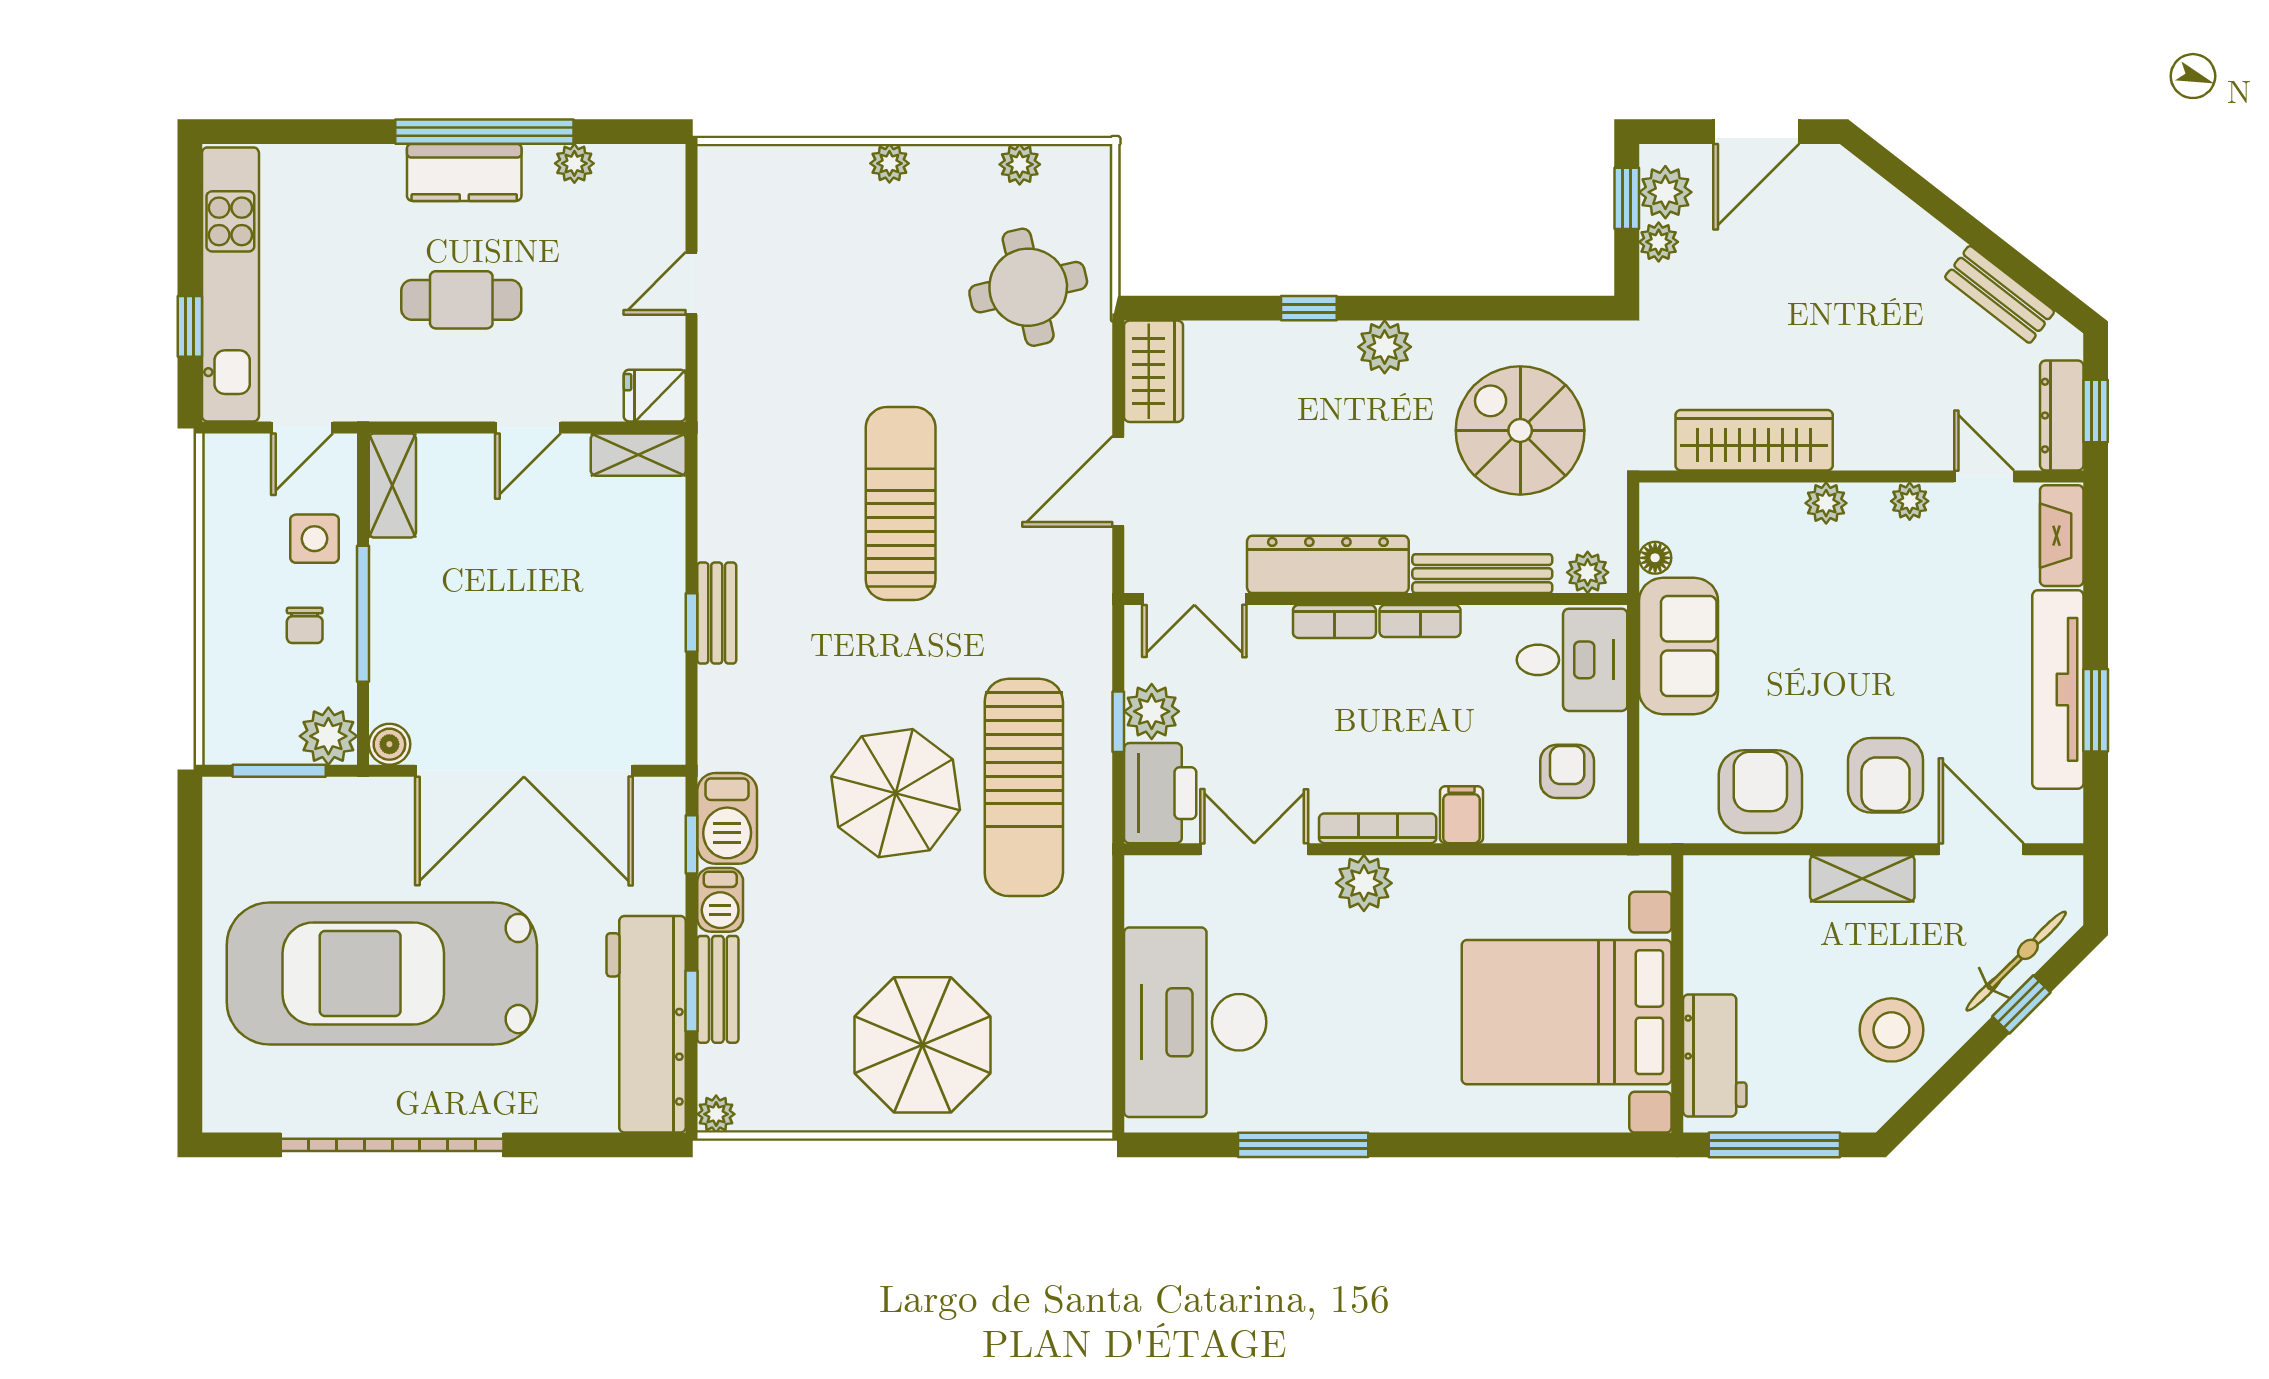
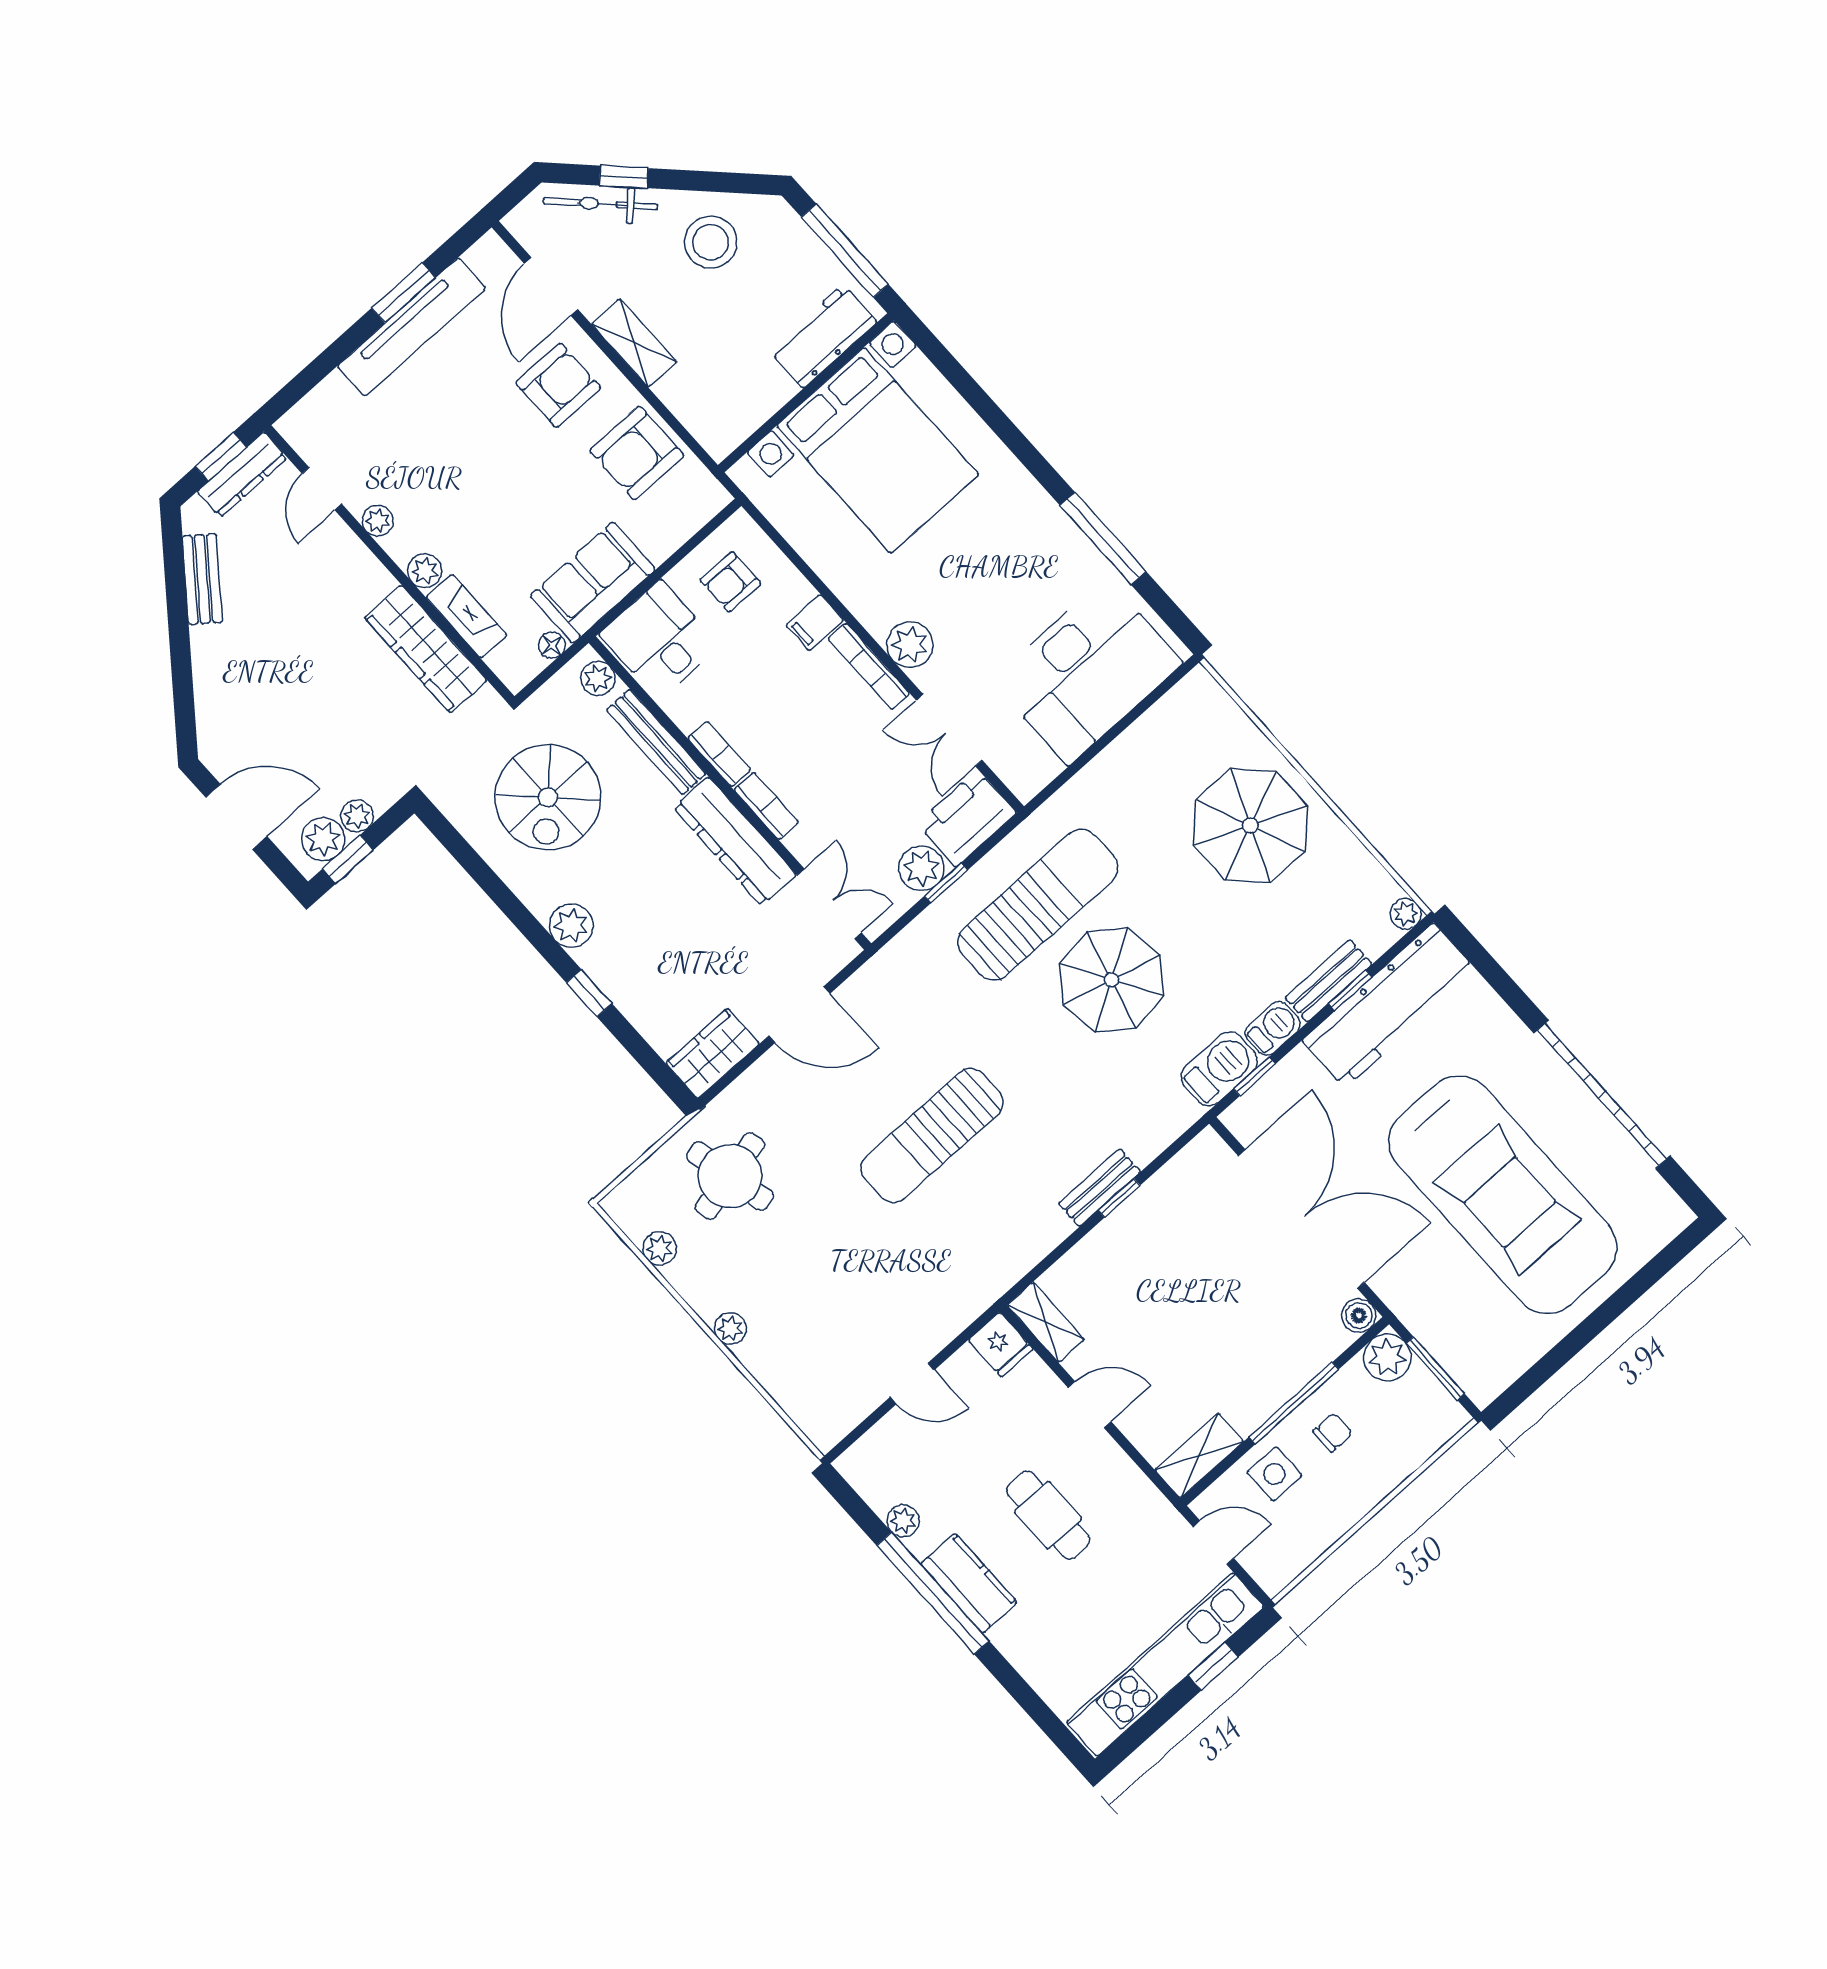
fireplace: (2062, 536) -> (466, 616), moved, turned -90

